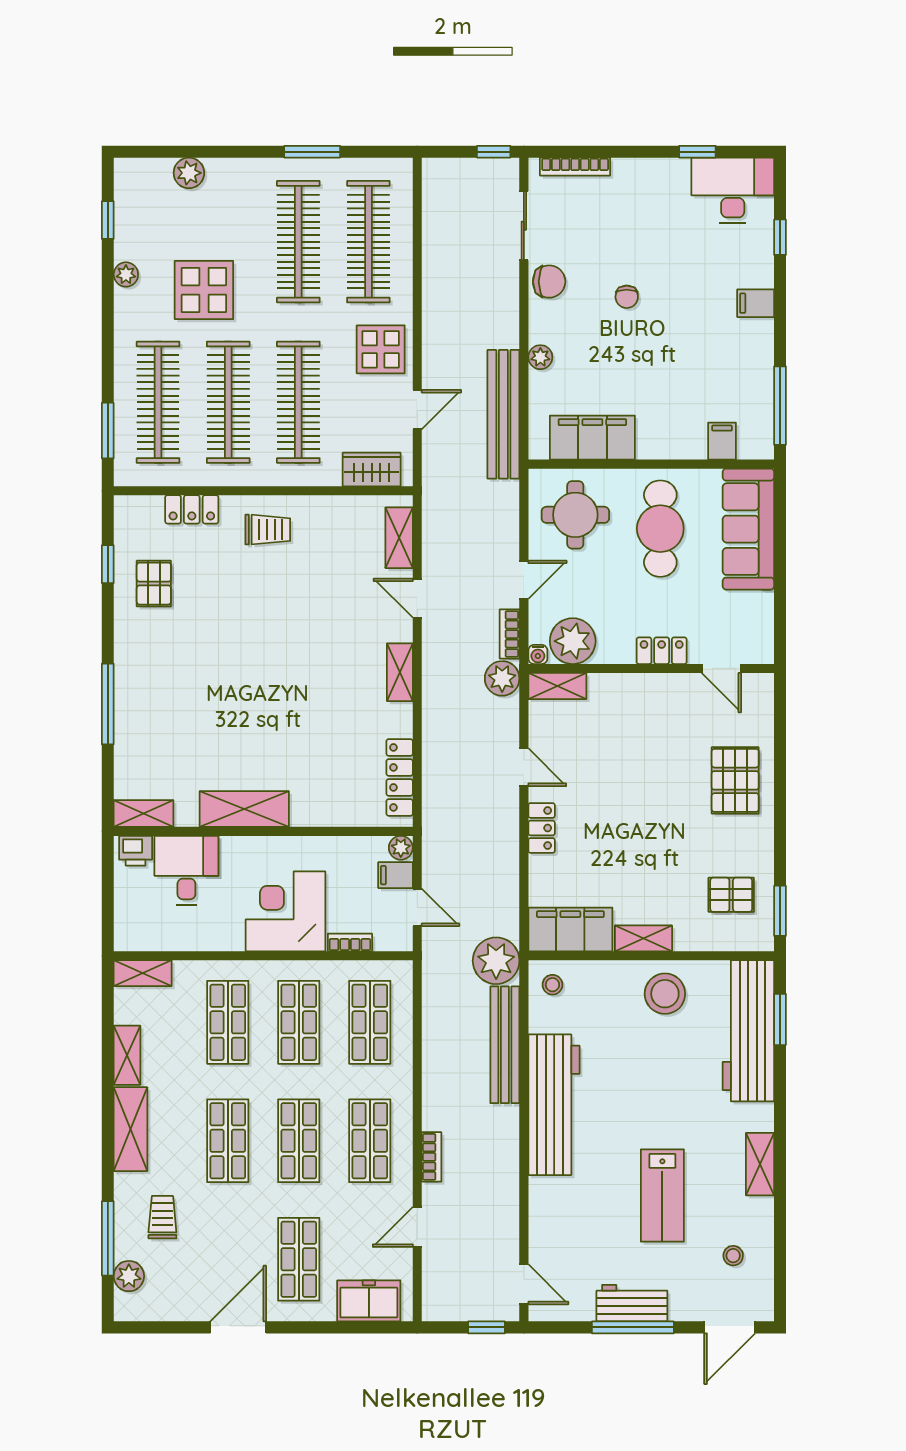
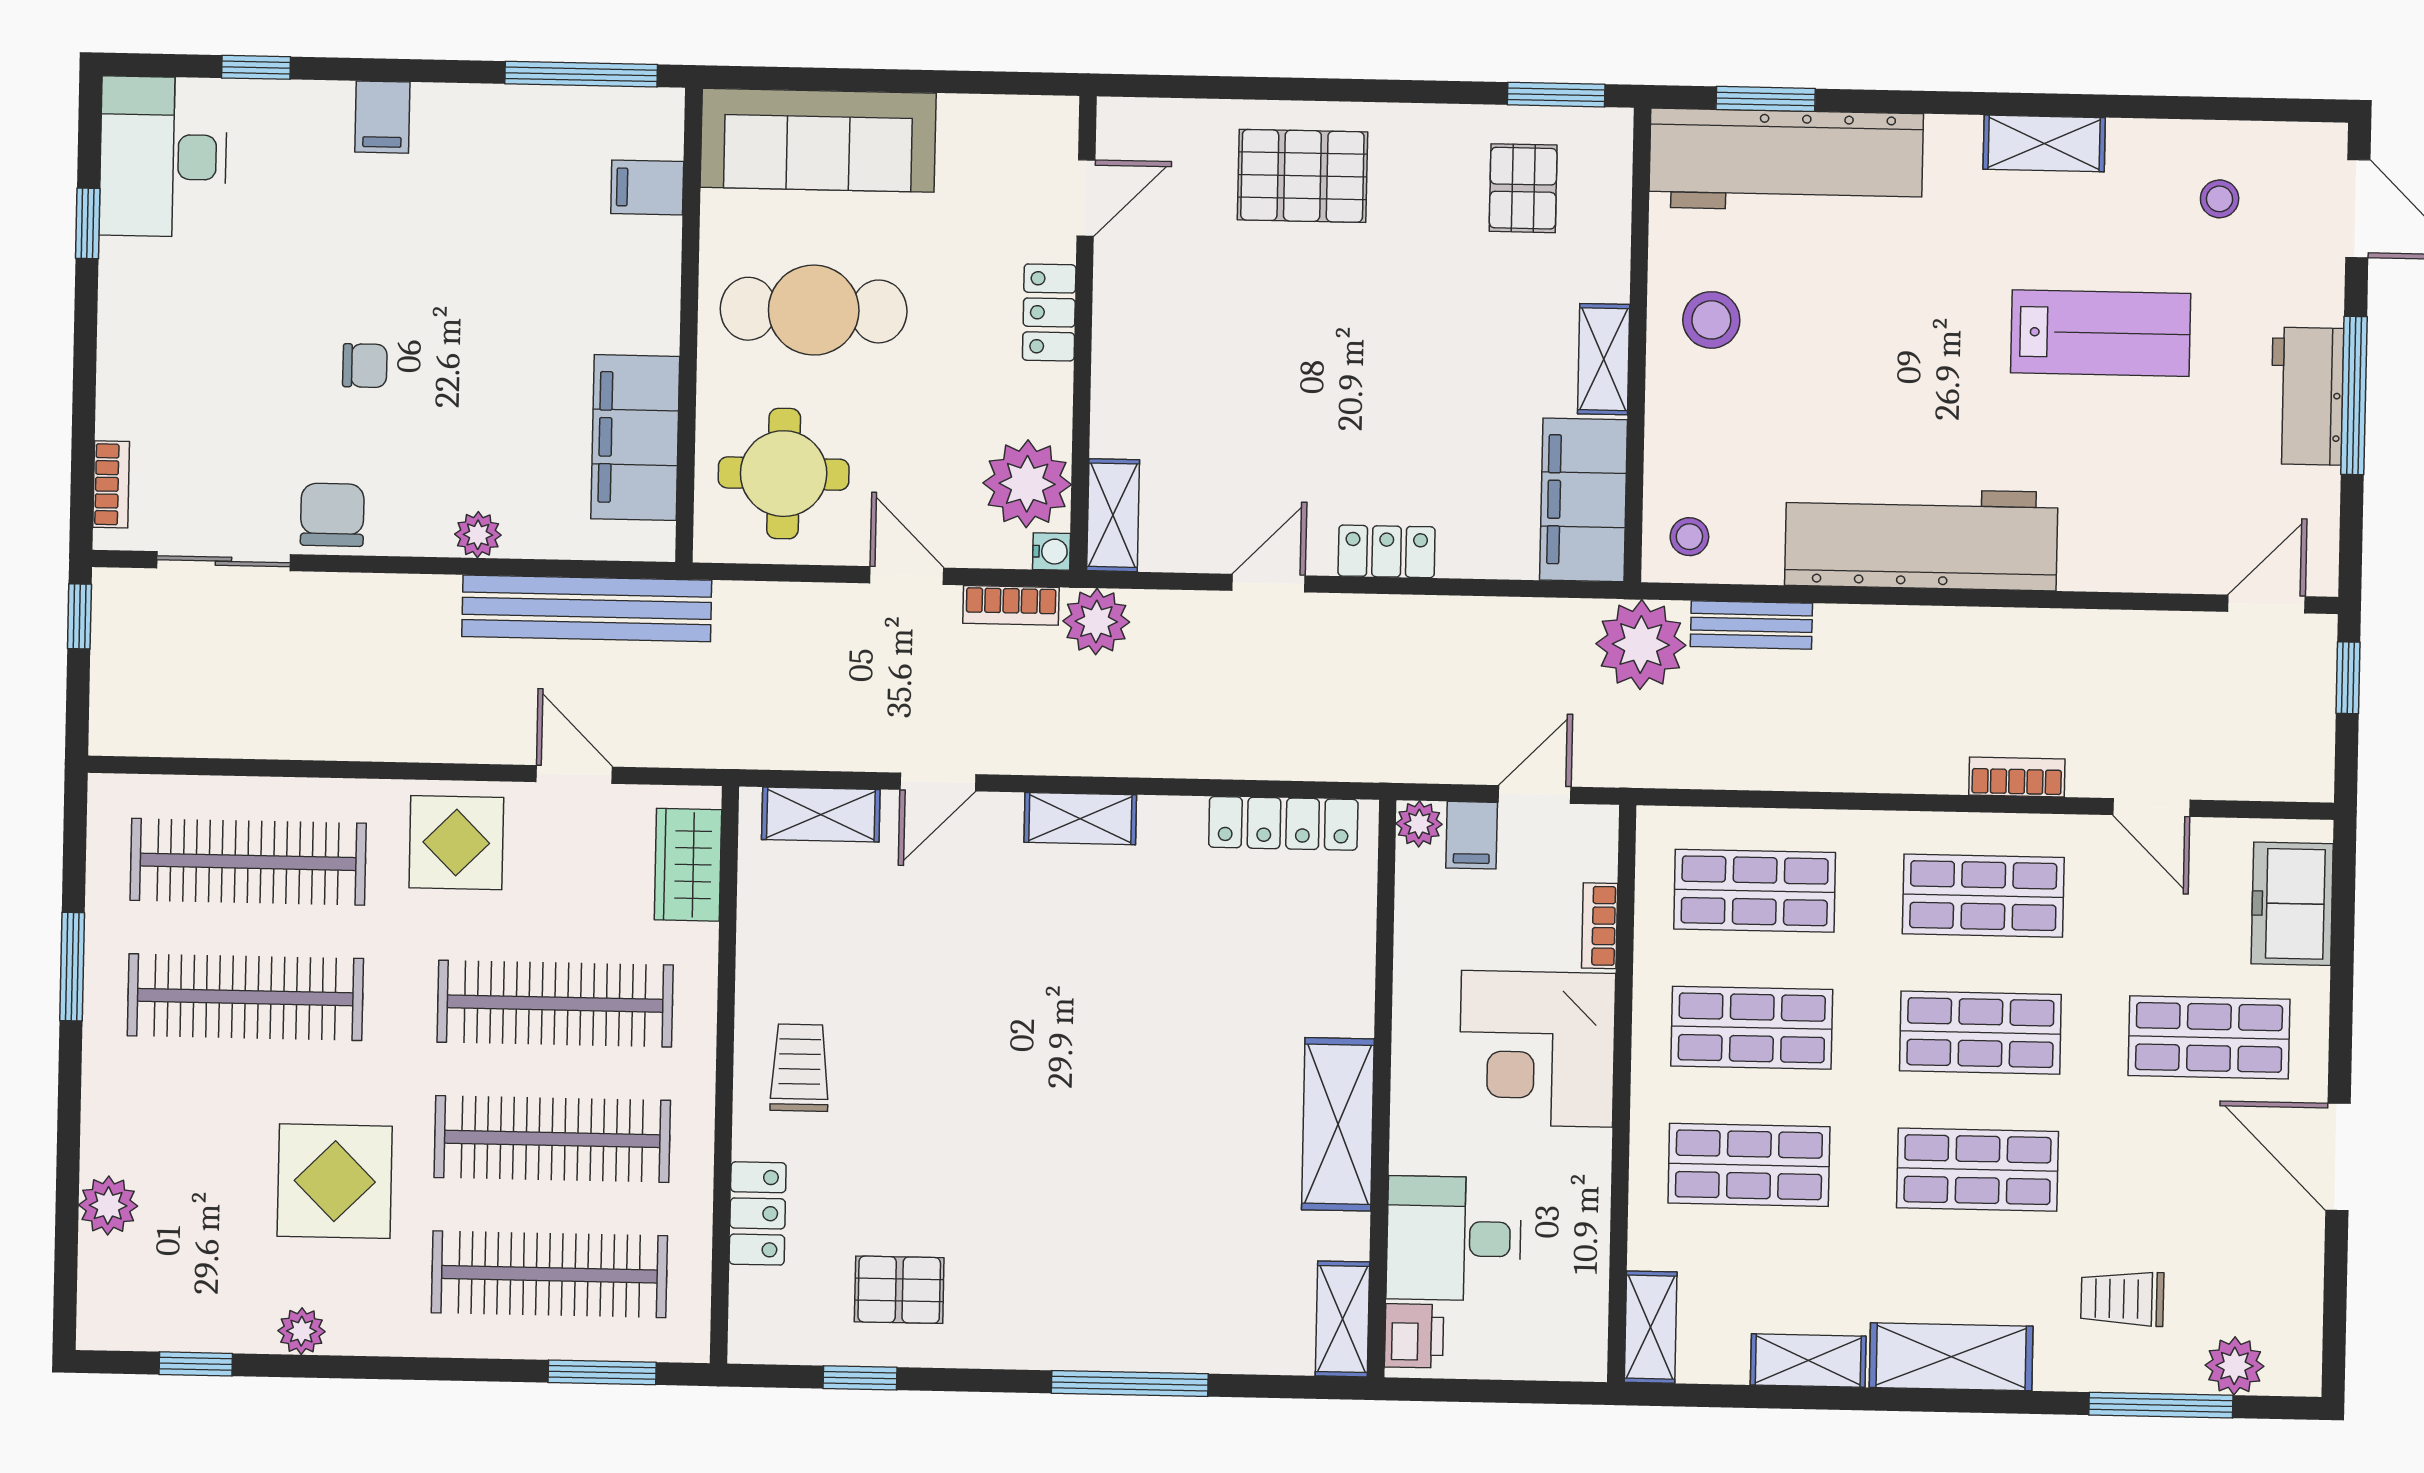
bookcase: (575, 167) -> (111, 484), width x0.64
stool: (665, 994) -> (1711, 320), width x0.73, depth x0.73
bench: (505, 1045) -> (1751, 625), width x0.54, depth x0.82

